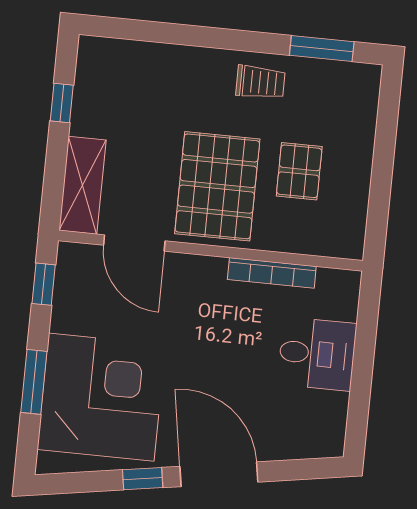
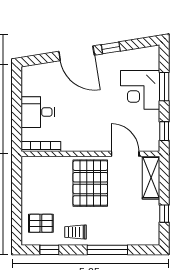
window: (194, 36) -> (107, 250), added
window: (322, 49) -> (49, 250), width x0.67
pallet: (299, 171) -> (41, 223), moved, turned 90
bookcase: (272, 273) -> (41, 146), moved
corner desk: (101, 397) -> (140, 90), width x0.74, depth x0.74

